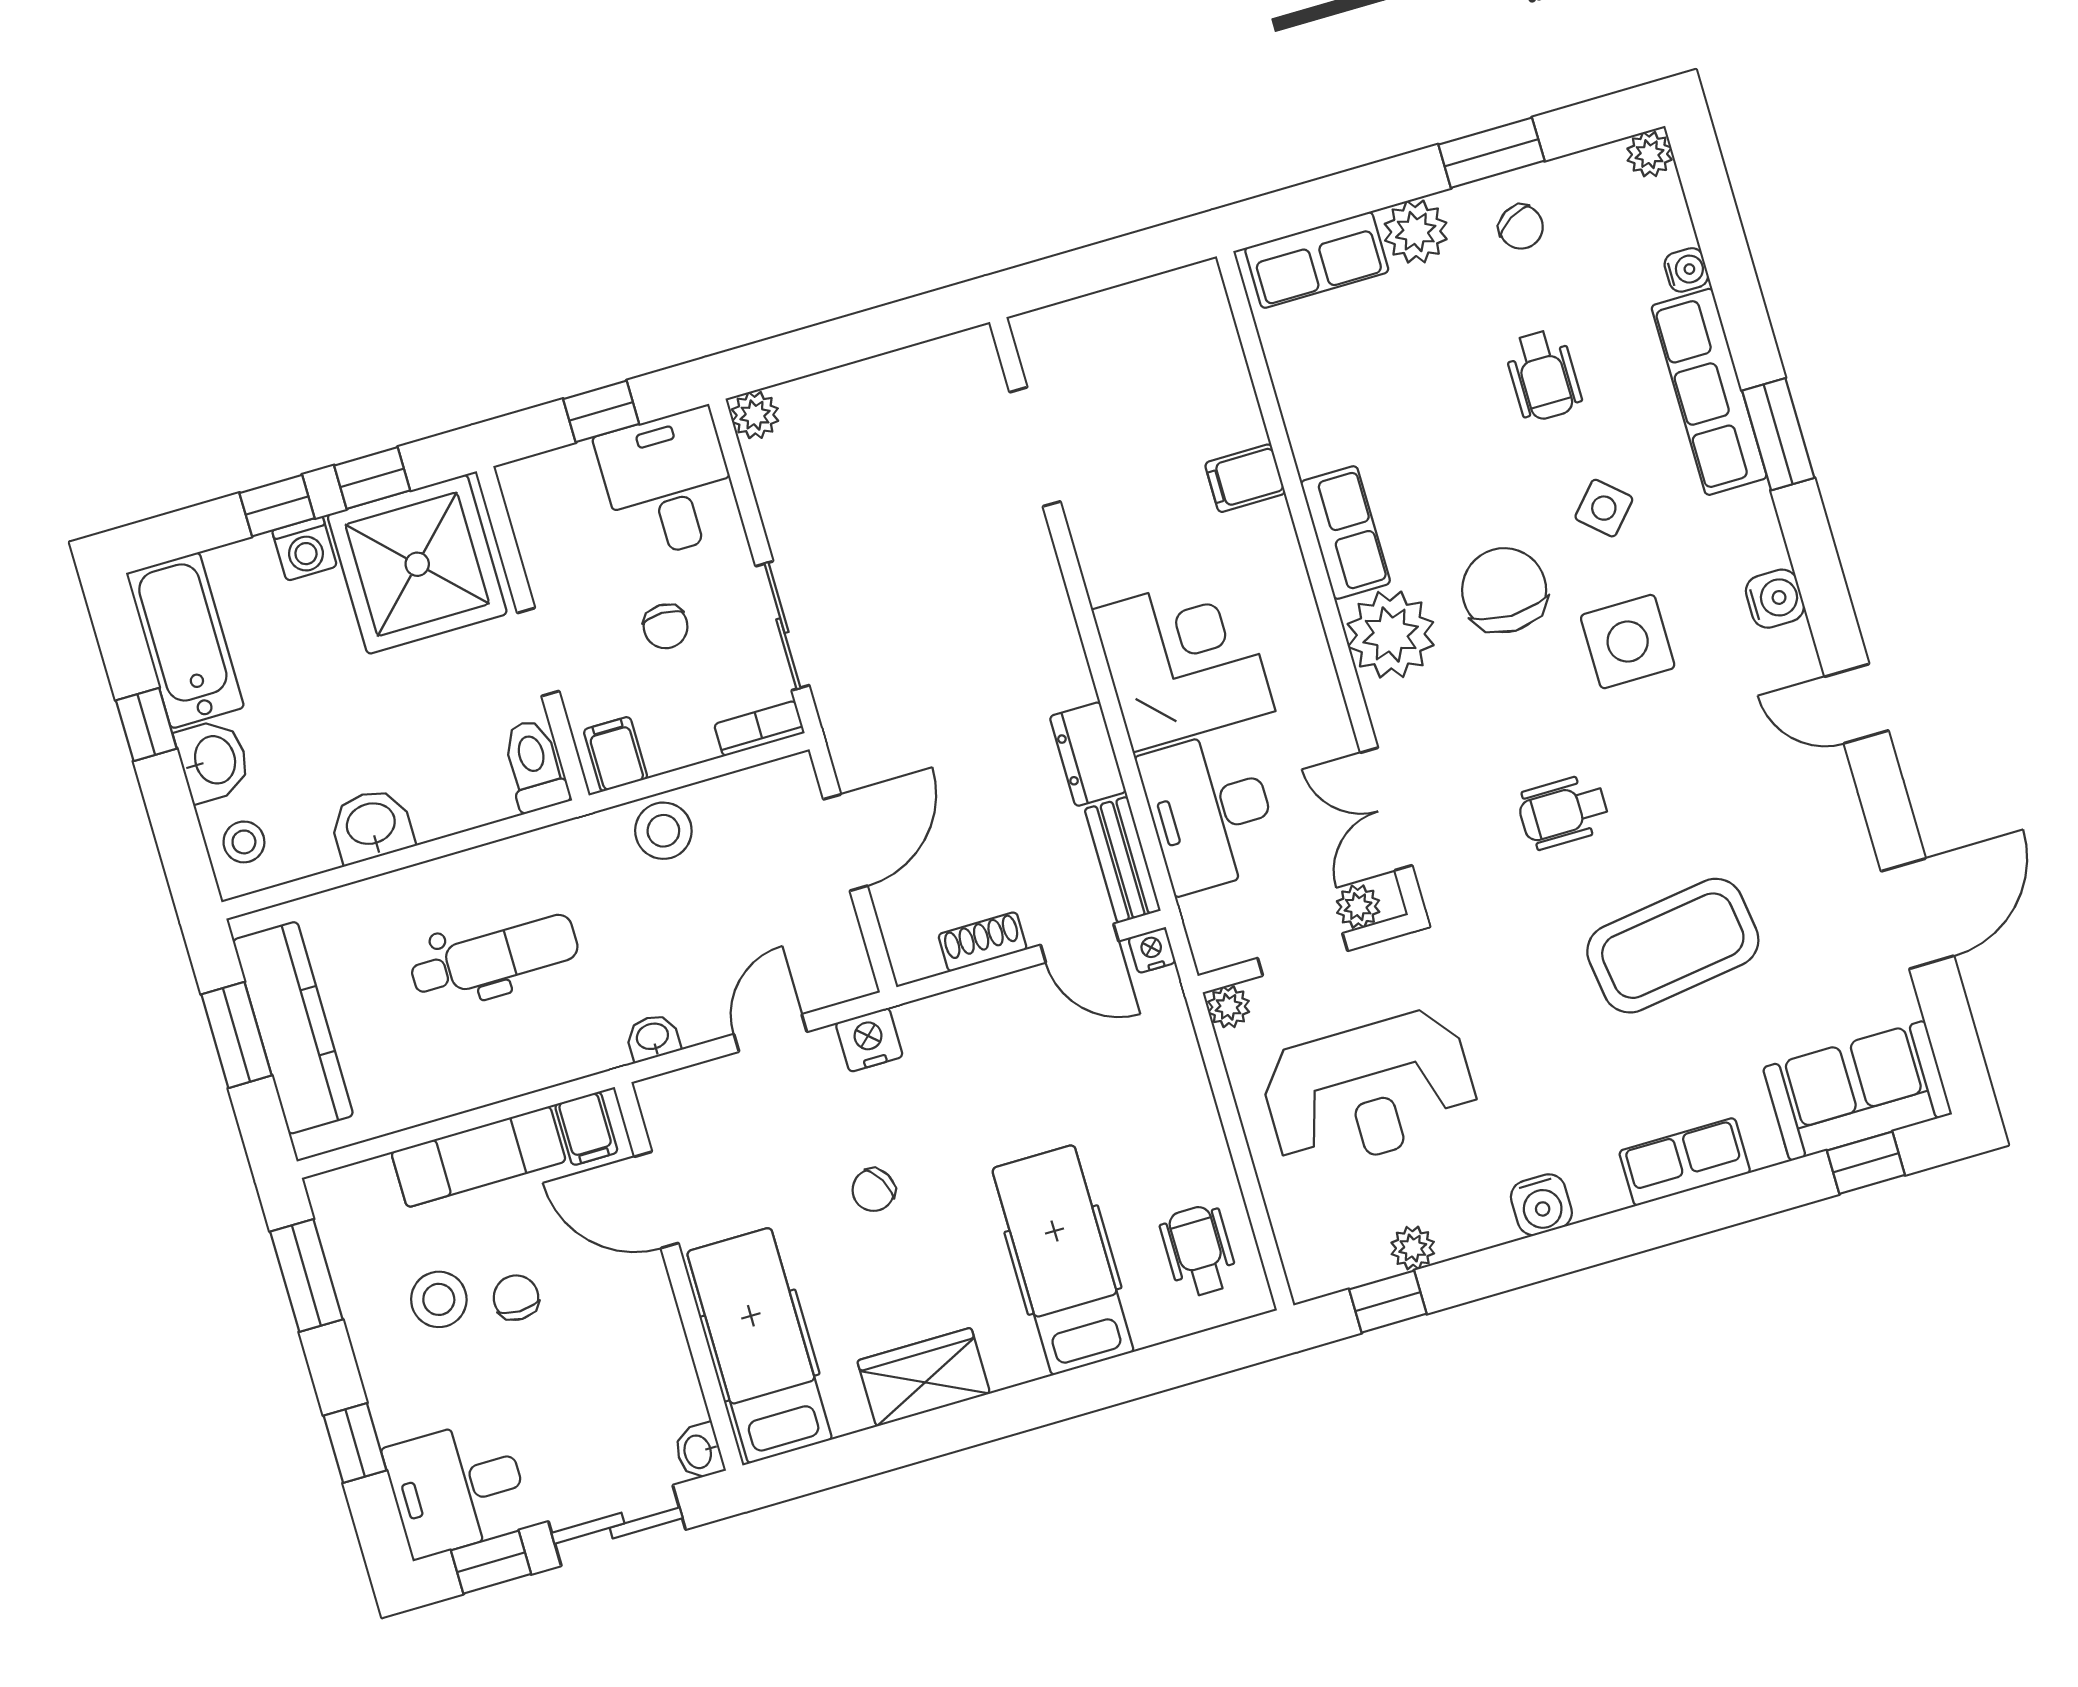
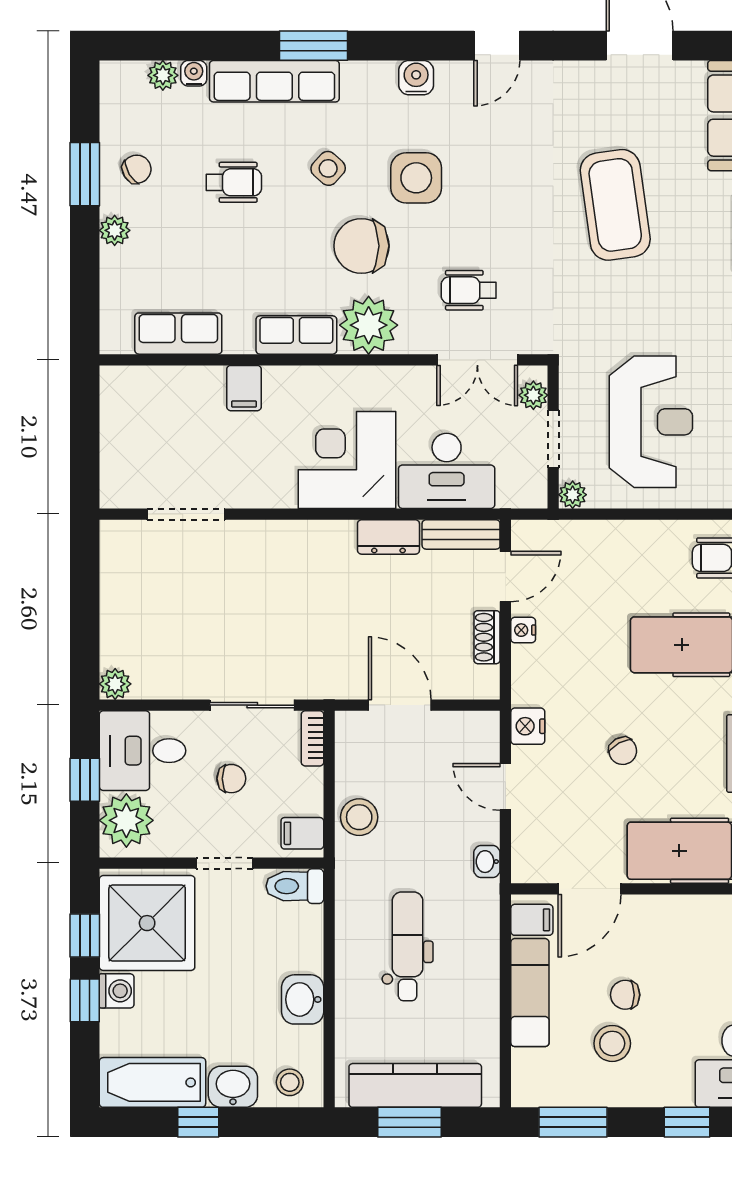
plant: (1650, 154) -> (163, 75), moved
plant: (1416, 232) -> (115, 230), width x0.73, depth x0.73
row of seats: (1317, 260) -> (178, 334), moved, turned -90
plant: (559, 490) -> (126, 820), added
wheelchair: (1563, 812) -> (469, 290), moved, turned 90
nightstand: (1152, 950) -> (523, 630), moved

